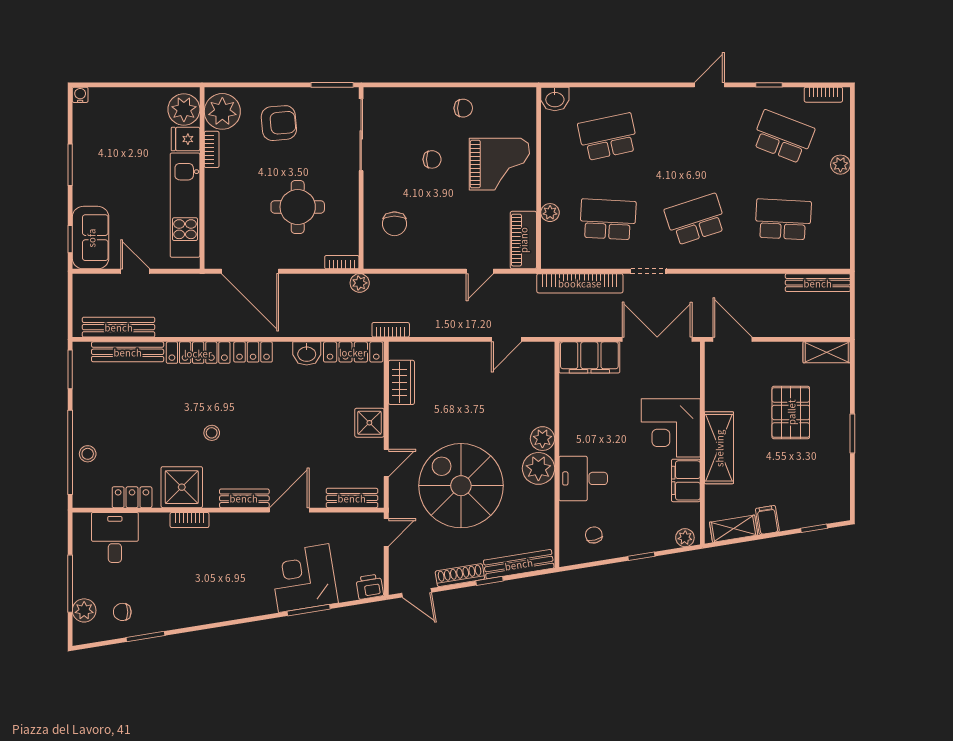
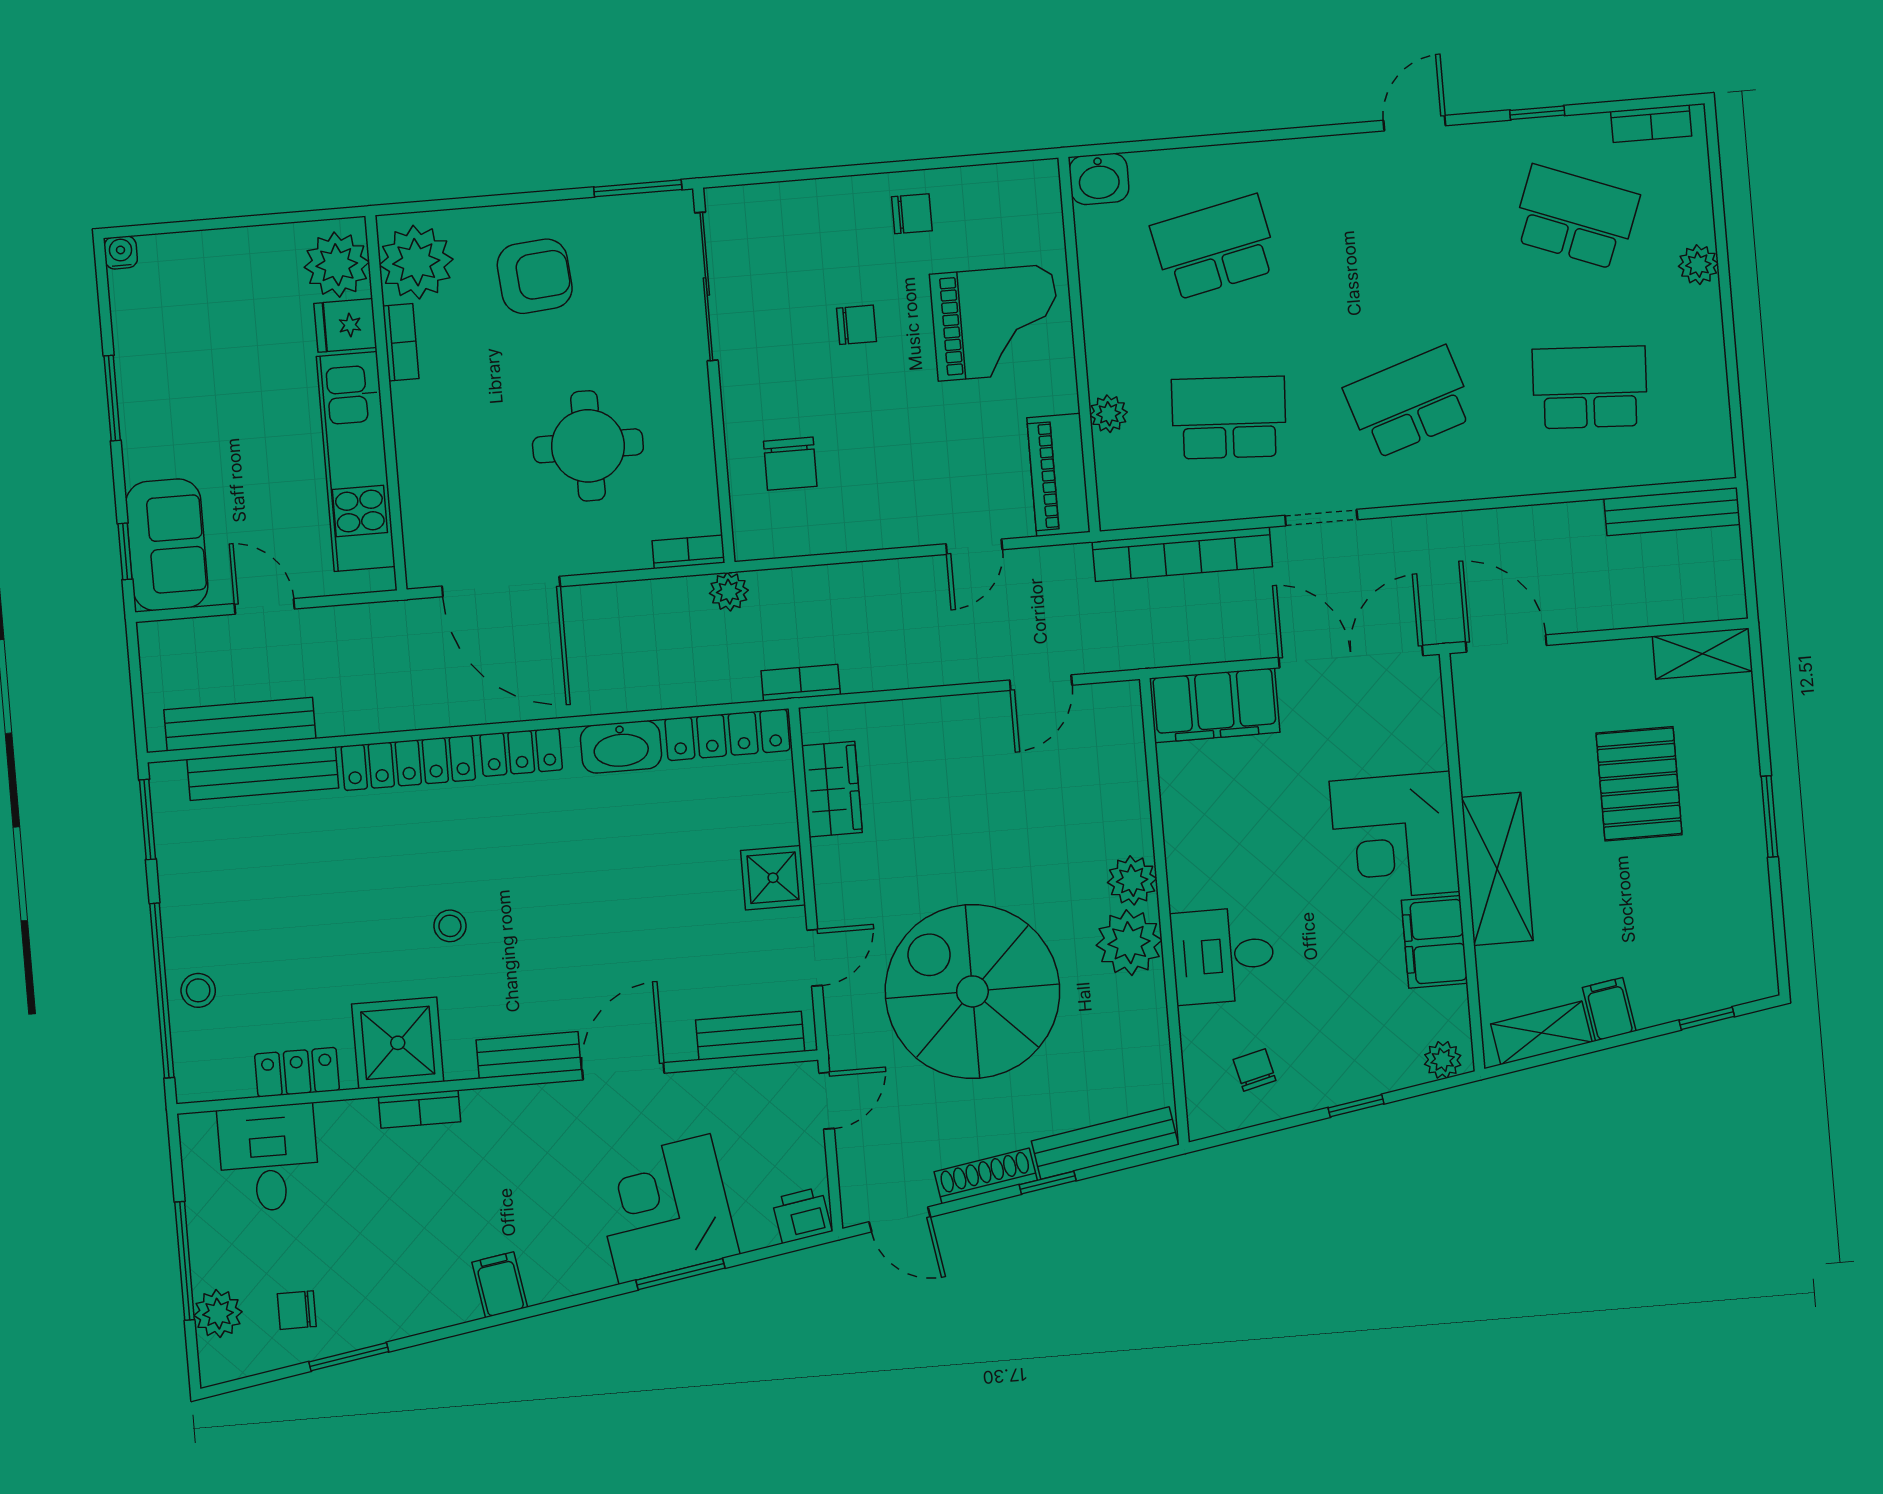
washbasin: (307, 353) -> (621, 747), width x1.38
filing cabinet: (221, 608) -> (500, 1285), added

